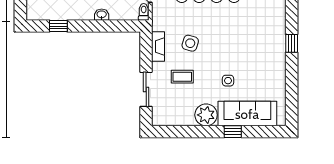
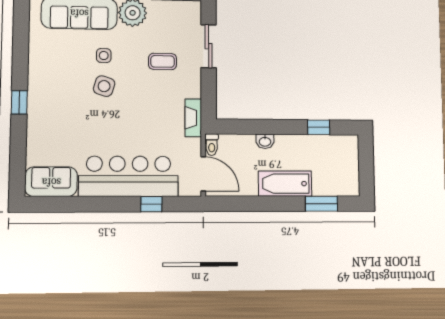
side table: (190, 43) -> (104, 86), moved
fireplace: (158, 47) -> (193, 118), moved

